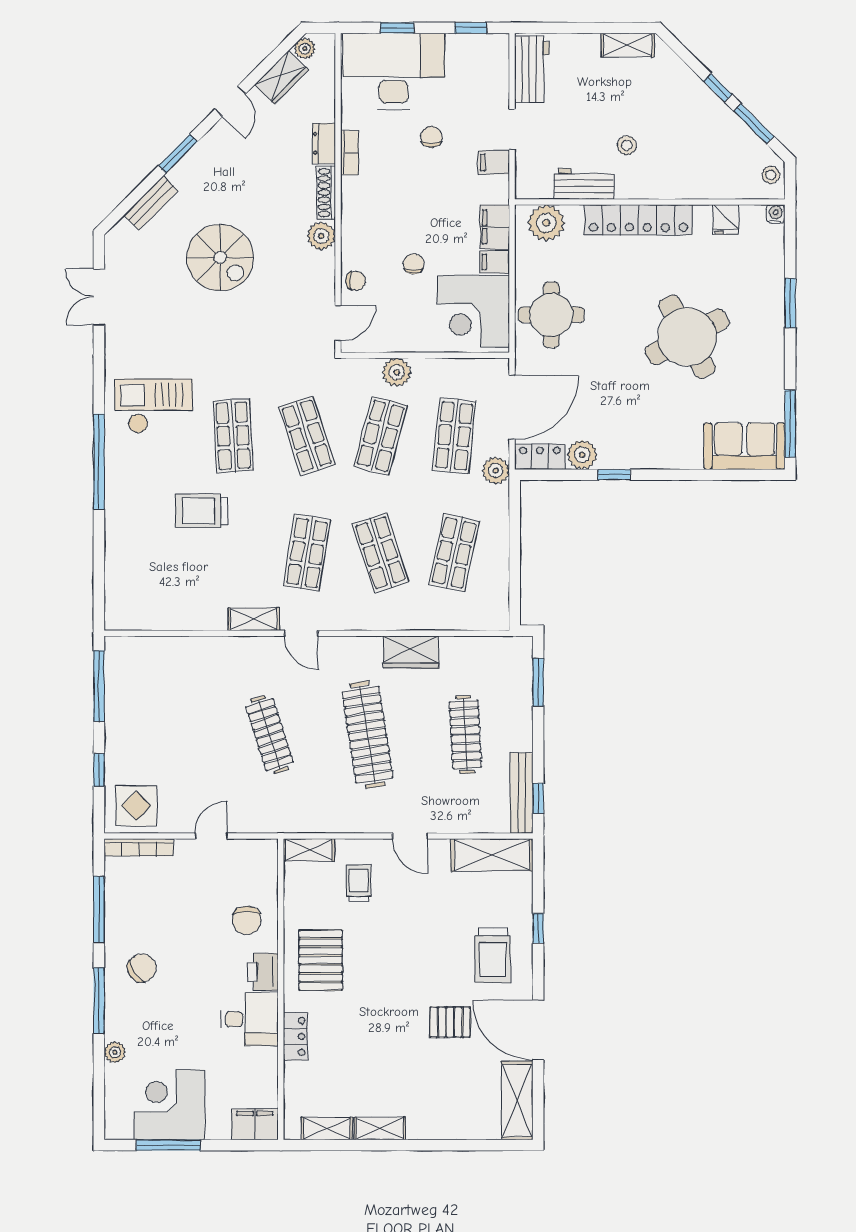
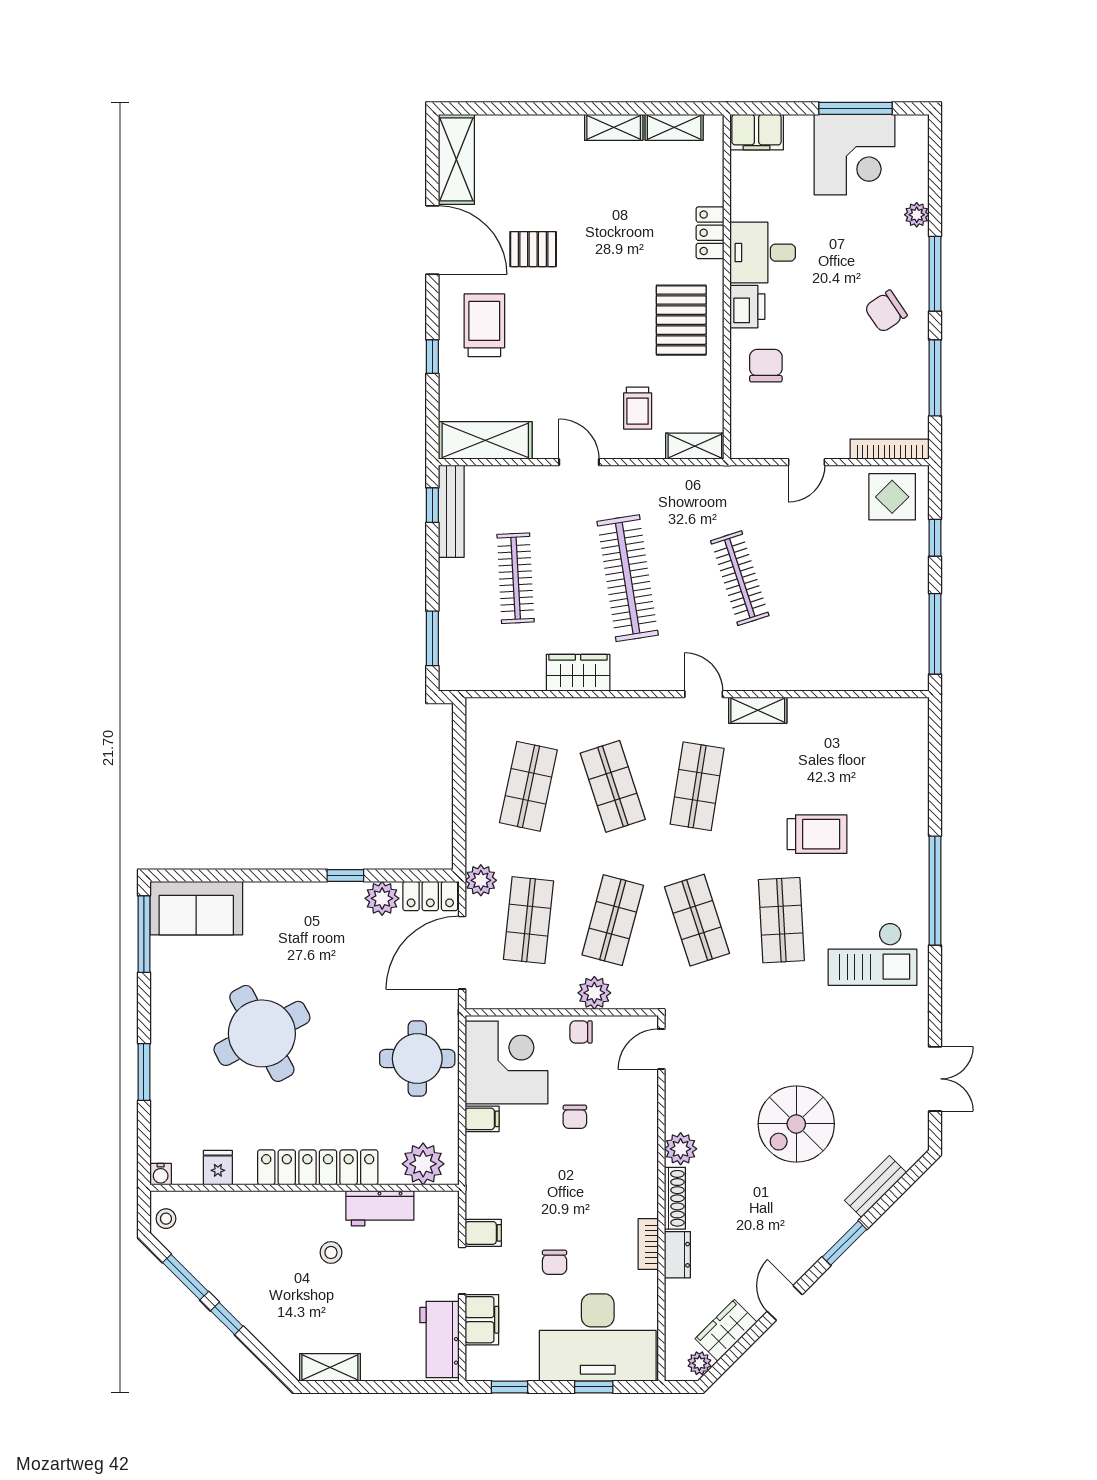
filing cabinet: (495, 227) -> (482, 1320), moved
spiral stairs: (220, 258) -> (796, 1124), turned -90
chair: (356, 281) -> (581, 1032), moved

